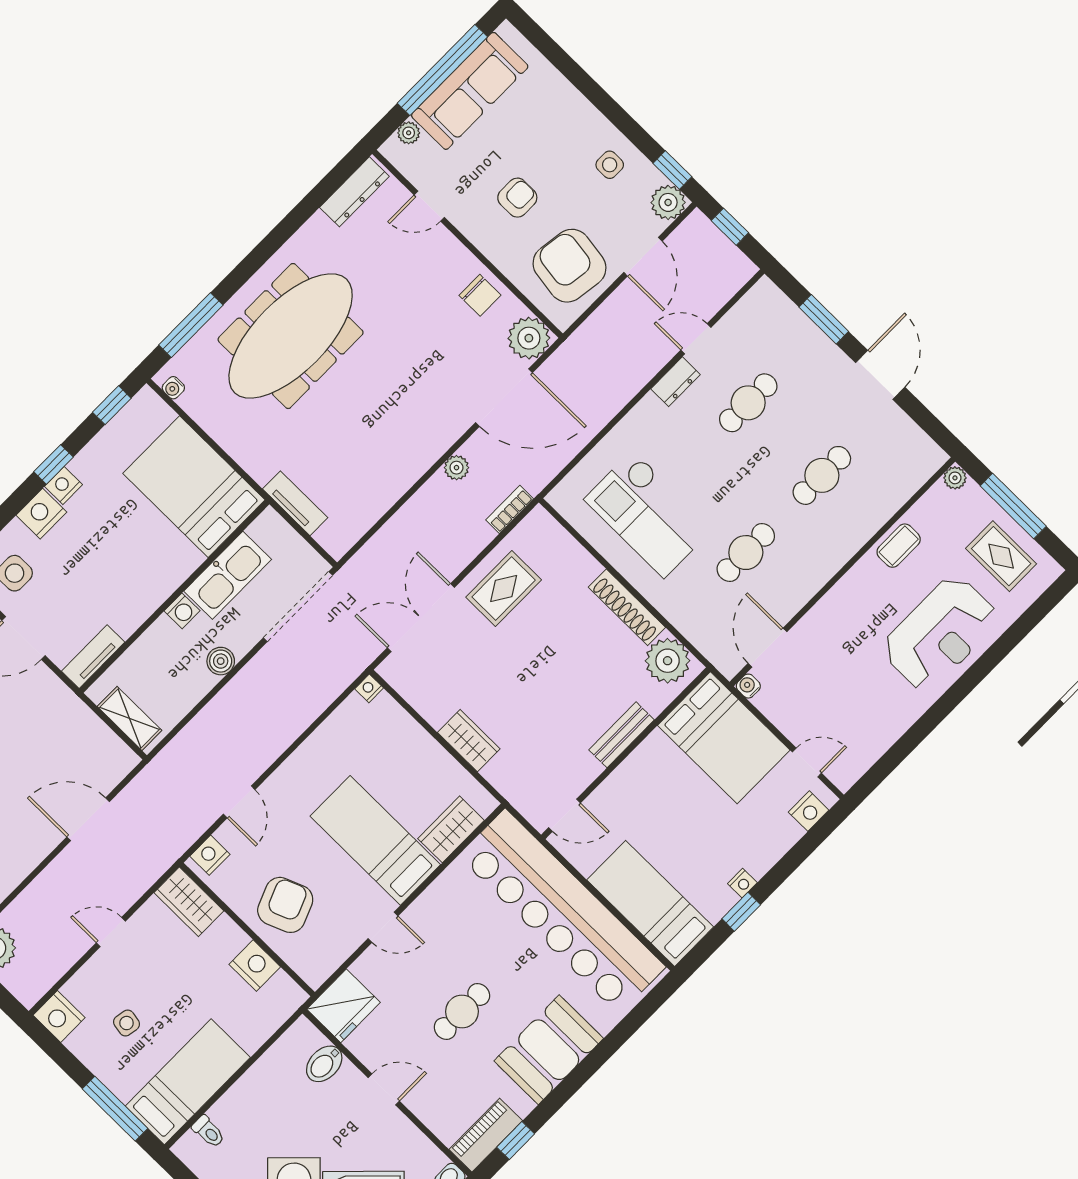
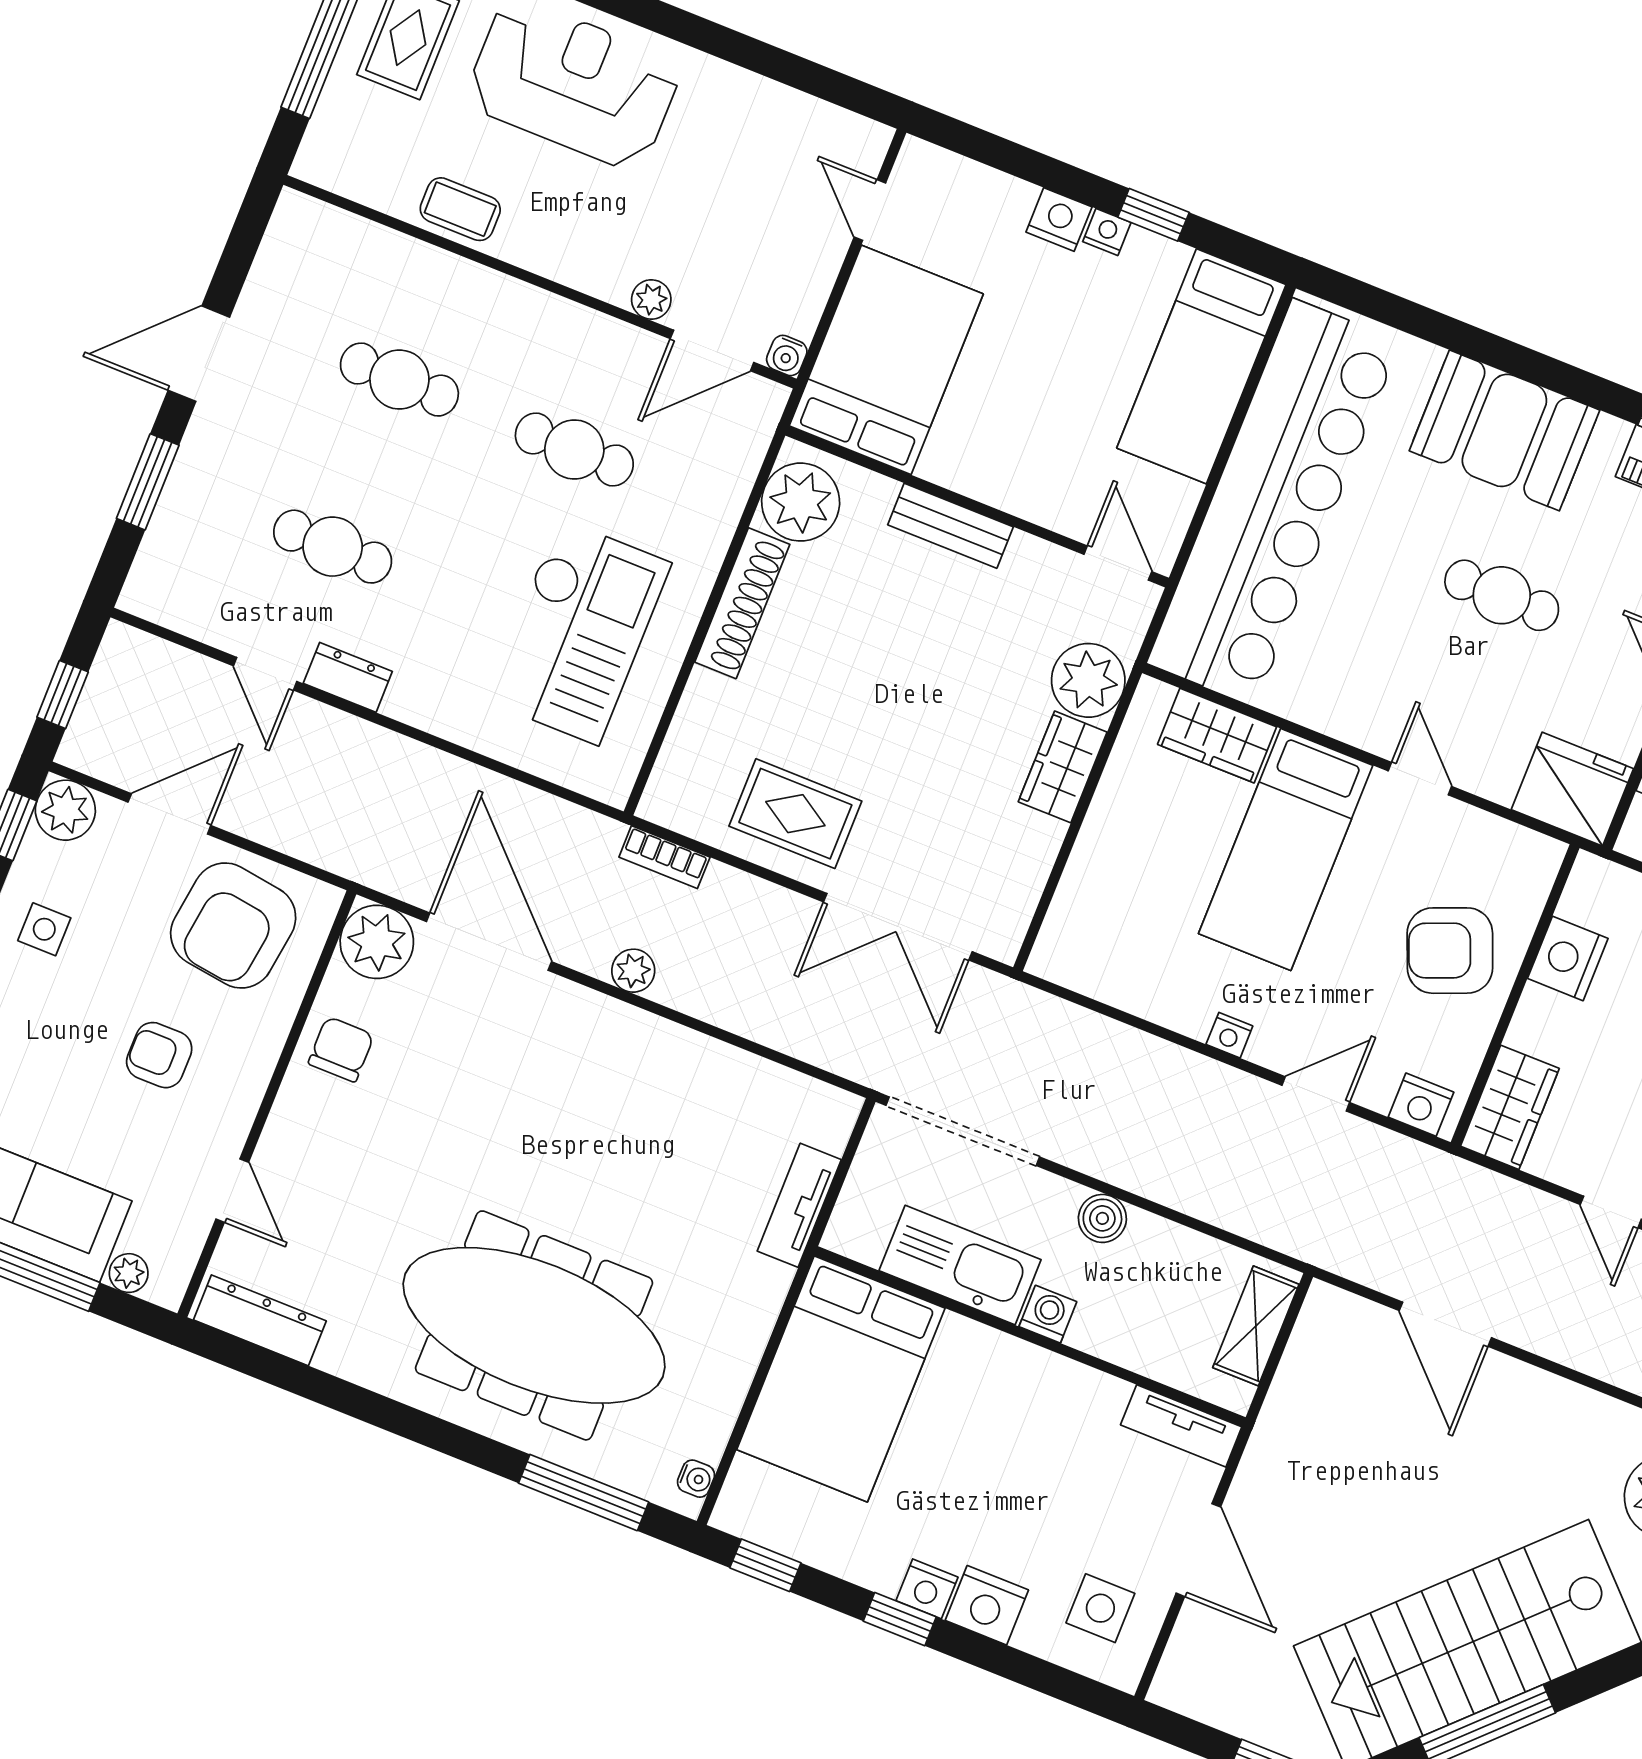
plant: (955, 478) -> (651, 299), moved
nightstand: (369, 688) -> (1229, 1035), moved
plant: (509, 773) -> (1088, 680), added
nightstand: (809, 811) -> (1059, 219), moved

